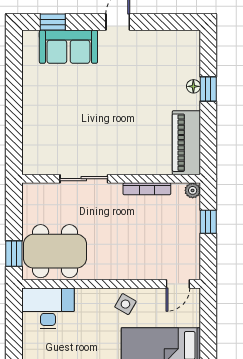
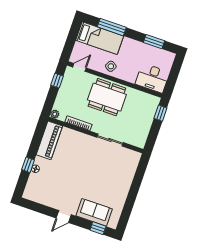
window: (208, 222) -> (57, 81), moved
dining table: (55, 251) -> (107, 97), moved

